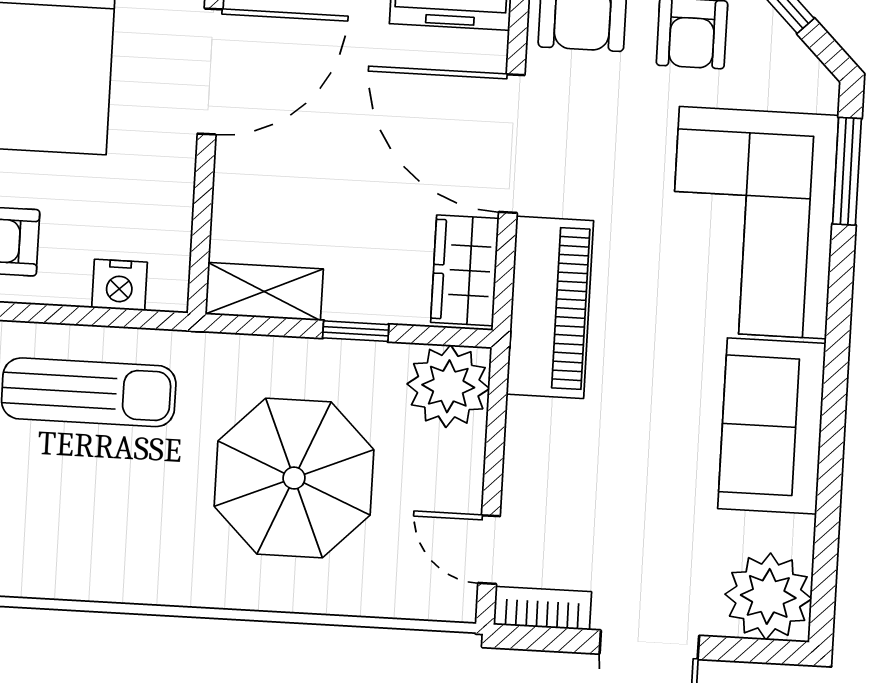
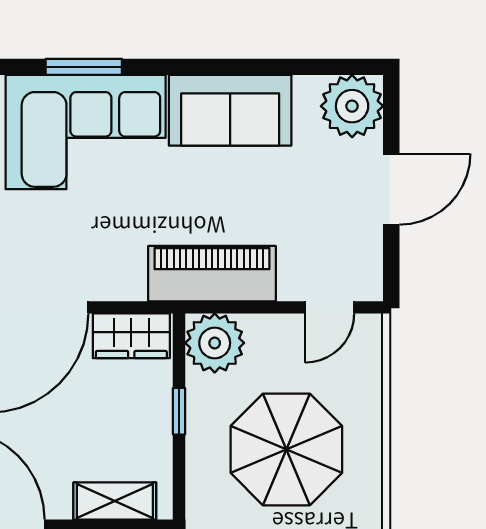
window: (847, 171) -> (84, 67), moved
shelving: (264, 291) -> (115, 501), moved, turned 90
piano: (550, 307) -> (212, 274), moved
bookcase: (542, 608) -> (369, 267), removed

